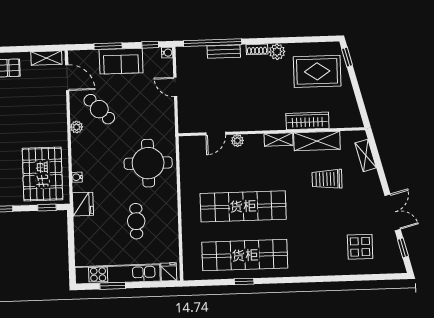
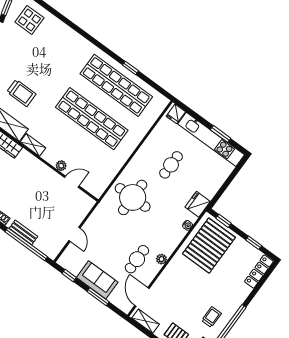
water cooler: (167, 53) -> (62, 261), removed
cafe table: (99, 109) -> (137, 259), turned 44
display table: (360, 247) -> (29, 20), moved

